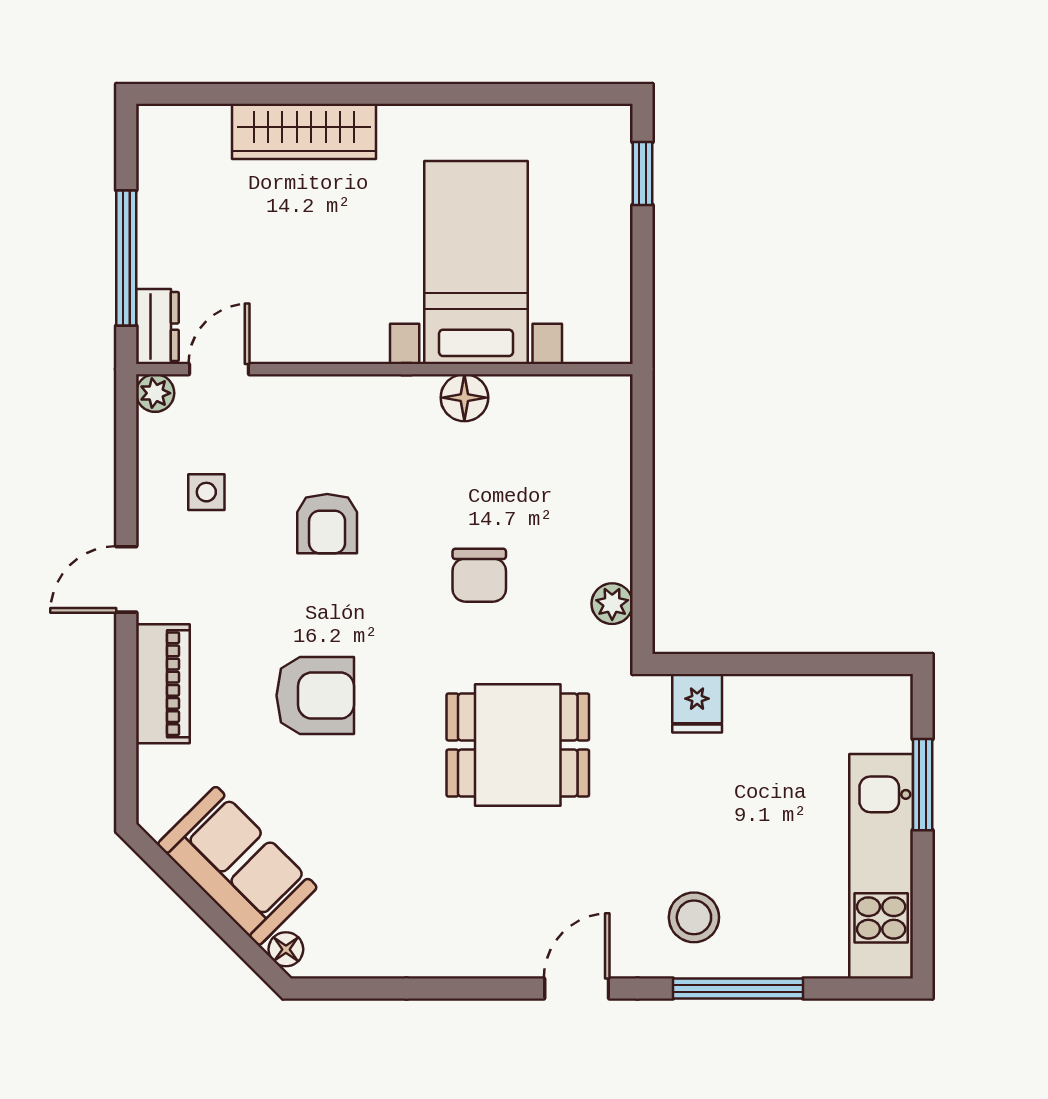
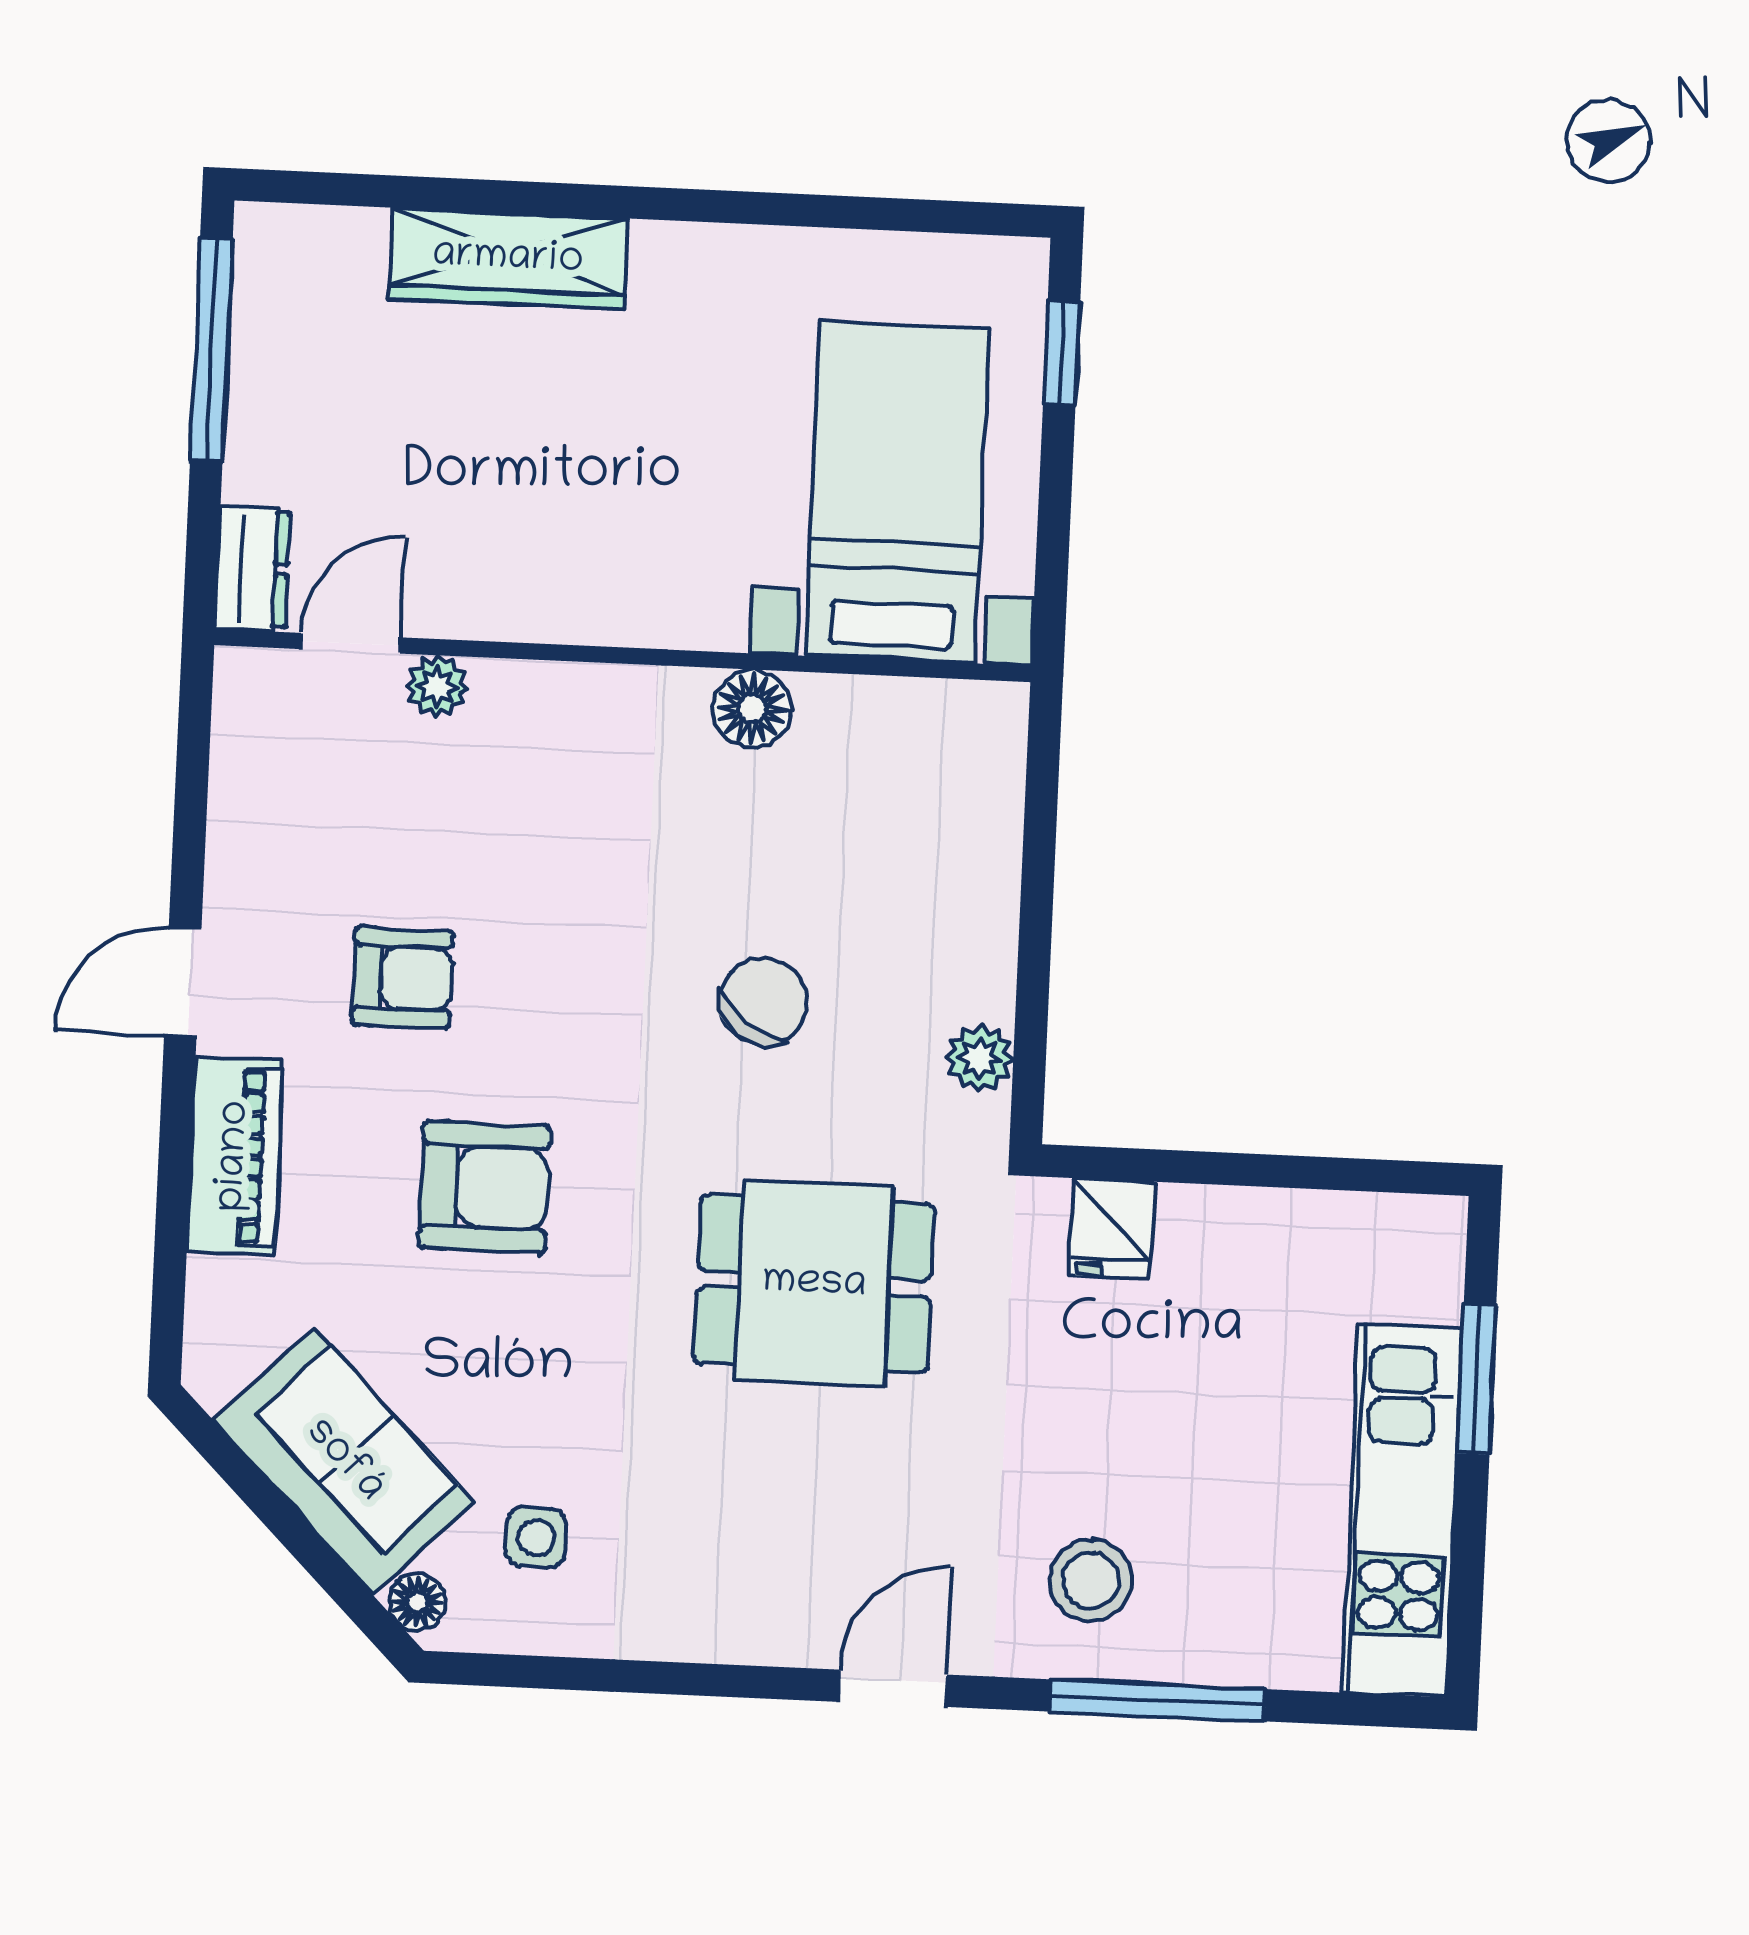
window: (126, 258) -> (211, 350), moved
bed with nightstands: (476, 262) -> (897, 492), moved
plant: (155, 393) -> (437, 687), moved
side table: (206, 492) -> (536, 1538), moved
armchair: (327, 524) -> (403, 978), moved, turned -90
chair: (479, 575) -> (763, 1001), turned -144

